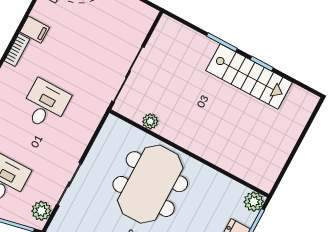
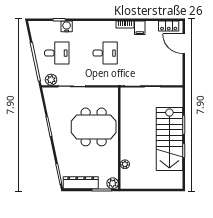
stairs: (249, 76) -> (169, 139), width x1.36, depth x1.51
plant: (150, 121) -> (125, 164), moved

